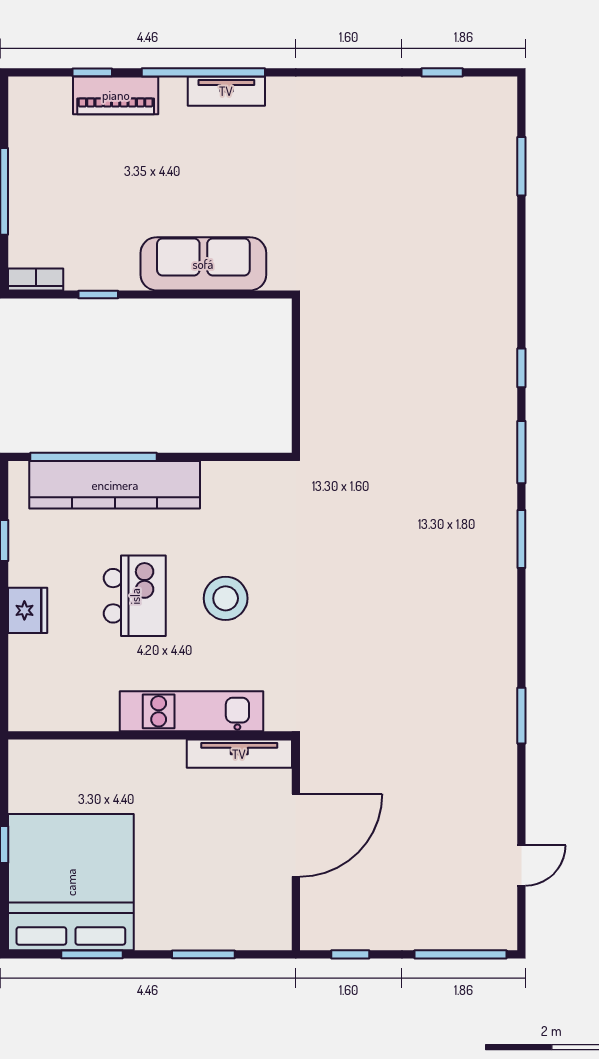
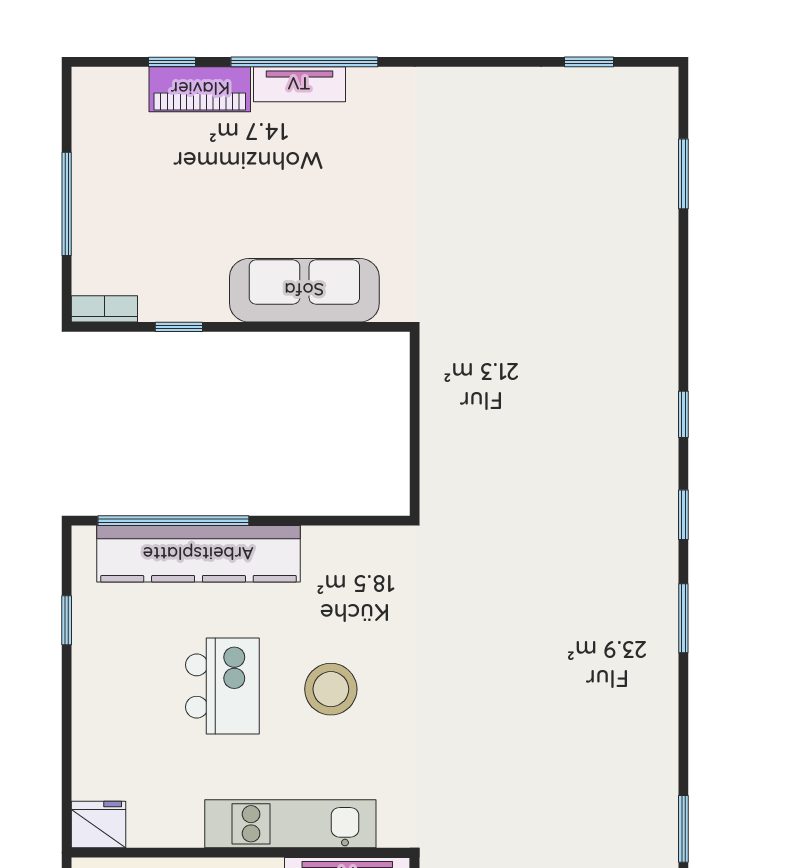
tv unit: (226, 91) -> (299, 84), moved
window: (521, 452) -> (683, 515), width x0.67
fridge: (28, 610) -> (99, 825), moved, turned -90

